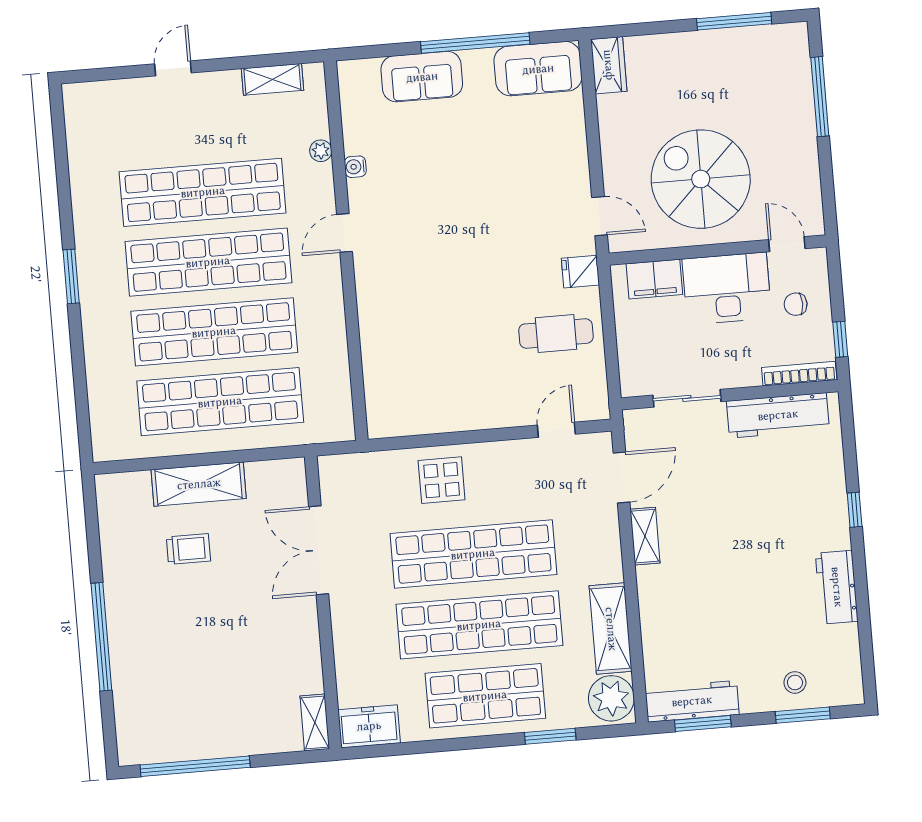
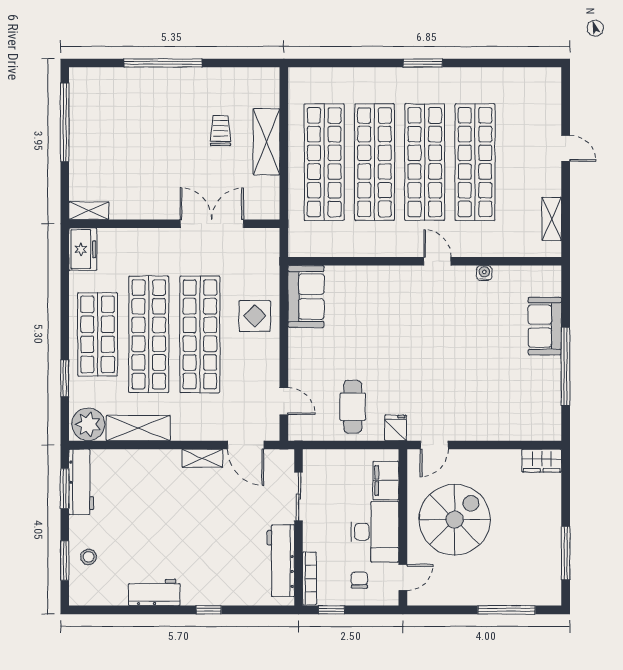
sofa: (538, 69) -> (306, 297), moved, turned 180
plant: (321, 151) -> (498, 249), removed
trolley: (188, 549) -> (221, 131), turned 180

